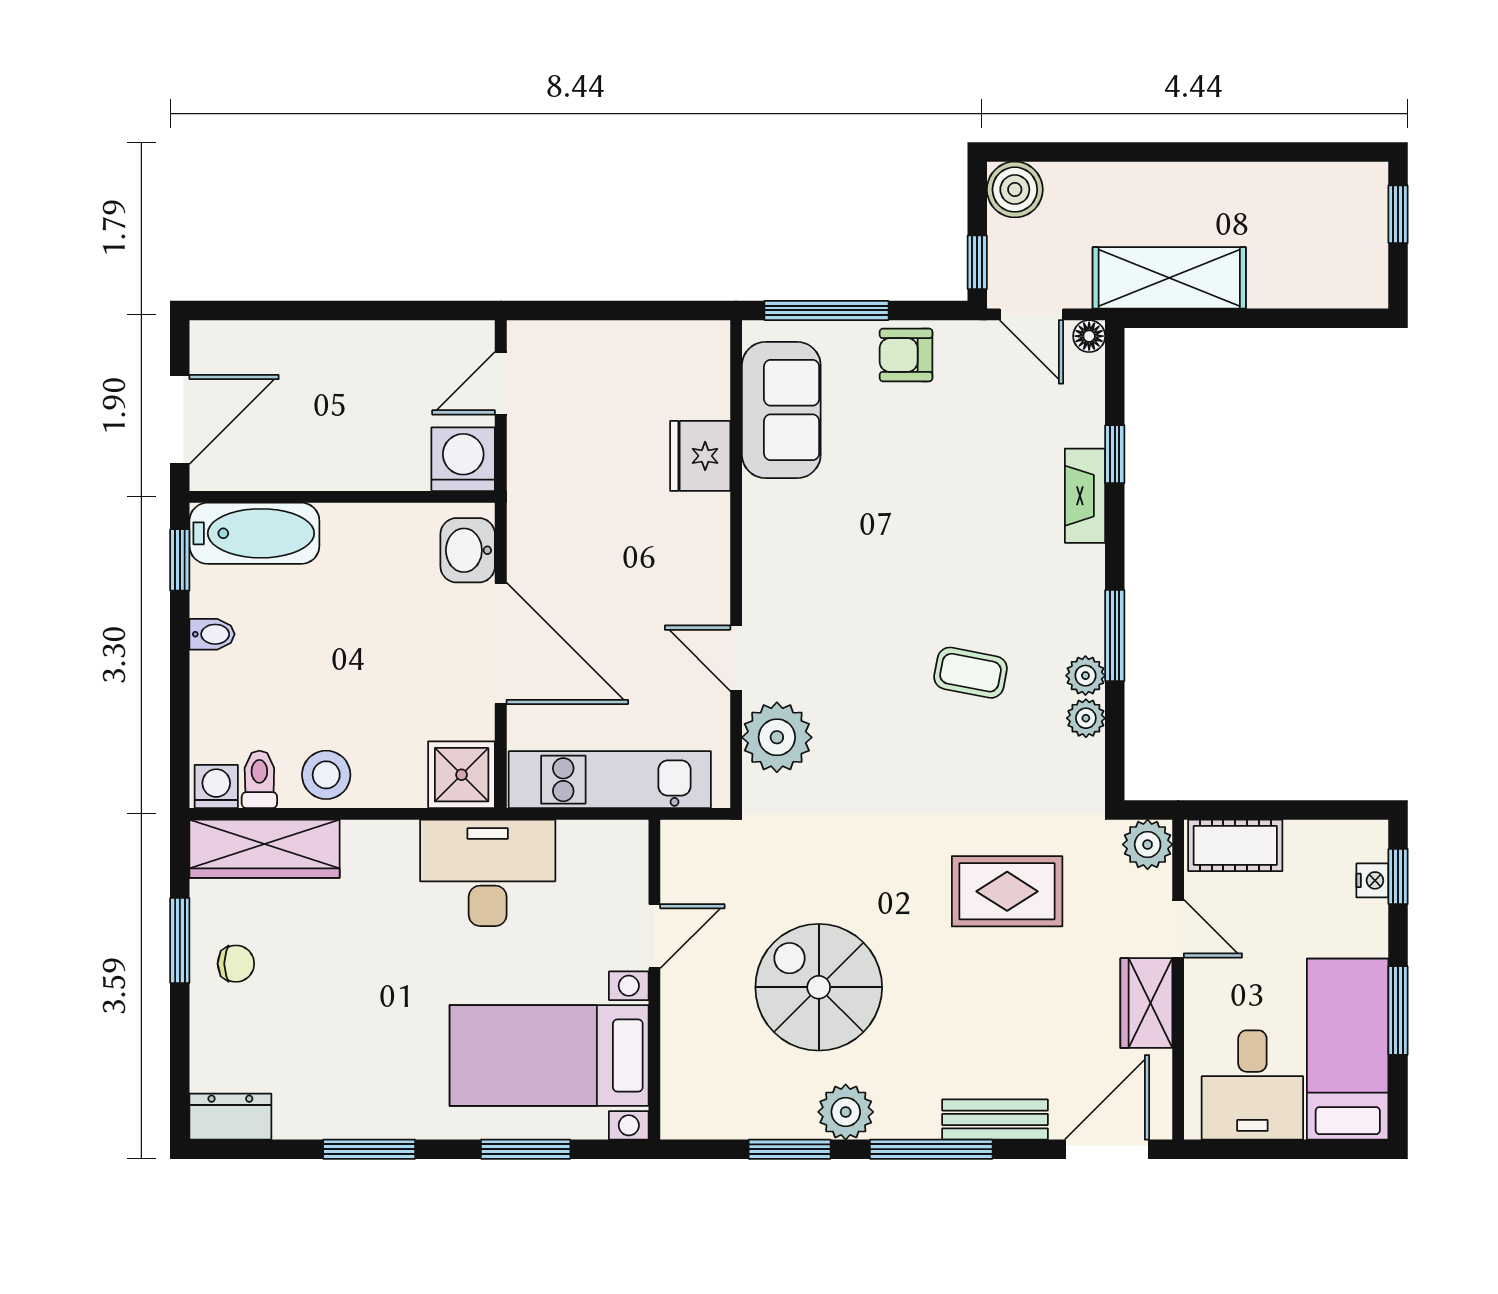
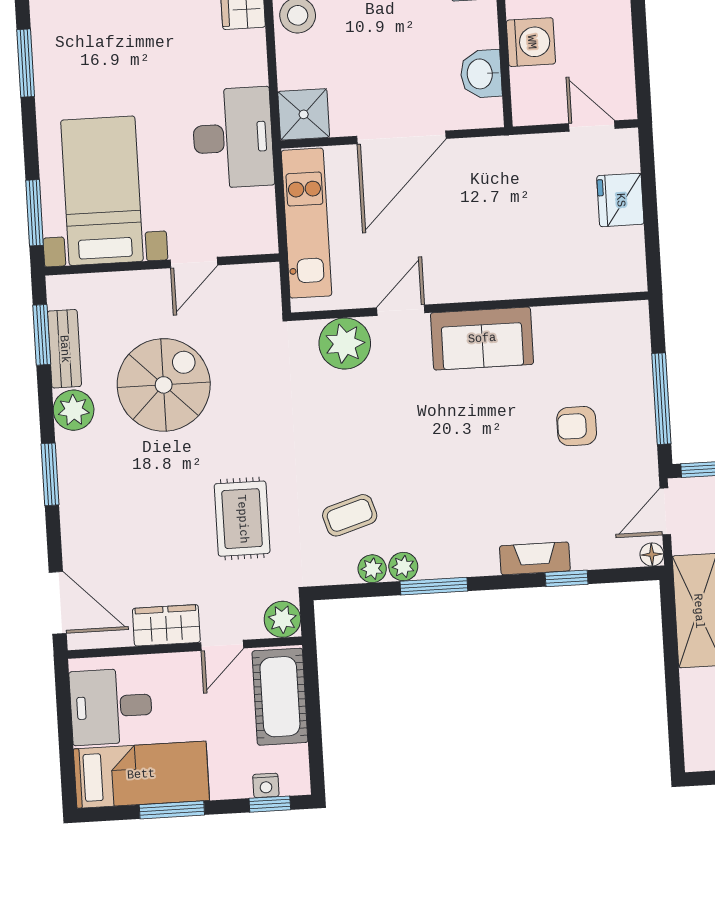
window: (826, 310) -> (661, 399), moved
armchair: (906, 355) -> (577, 426), moved, turned -90
sofa: (781, 410) -> (482, 339), moved
fridge: (700, 456) -> (620, 200), moved, turned -90
washing machine: (463, 459) -> (531, 42), moved
washbasin: (468, 550) -> (481, 74), moved, turned -90
coffee table: (971, 673) -> (350, 515), moved, turned 62
cot: (1235, 845) -> (280, 697), width x1.37, depth x1.34
door: (654, 936) -> (194, 263), hinge flipped
bench: (995, 1119) -> (64, 349), moved
window: (526, 1149) -> (34, 213), moved
window: (790, 1149) -> (42, 335), moved
window: (931, 1149) -> (50, 474), width x0.69

